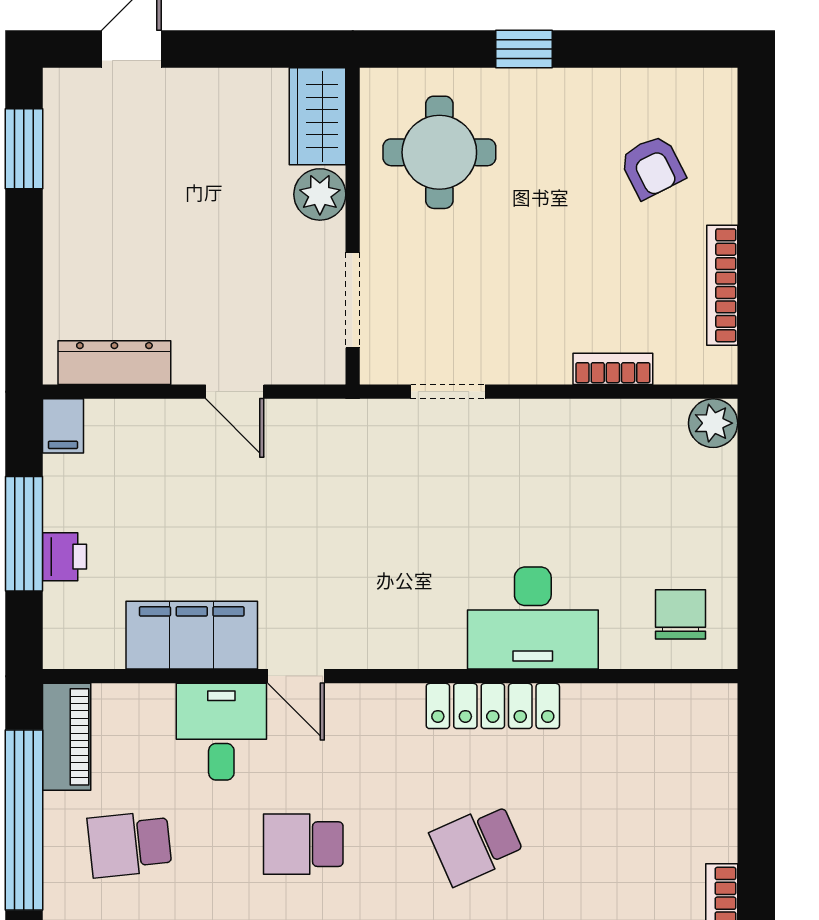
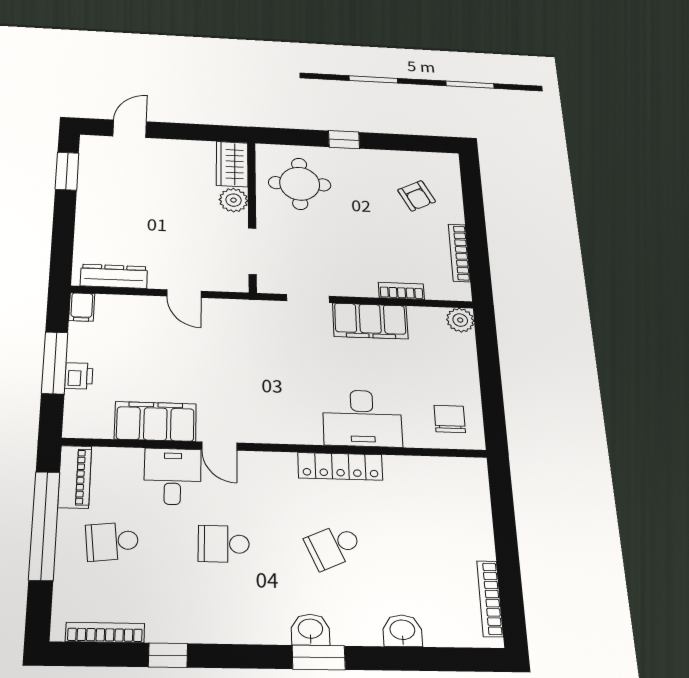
filing cabinet: (555, 432) -> (370, 321), added

